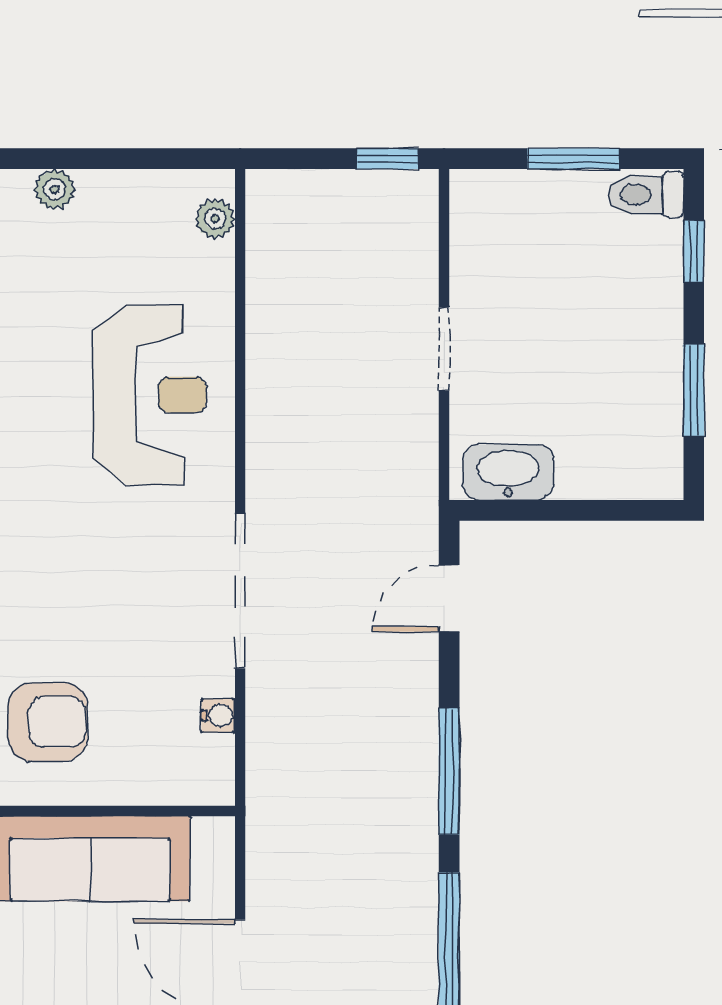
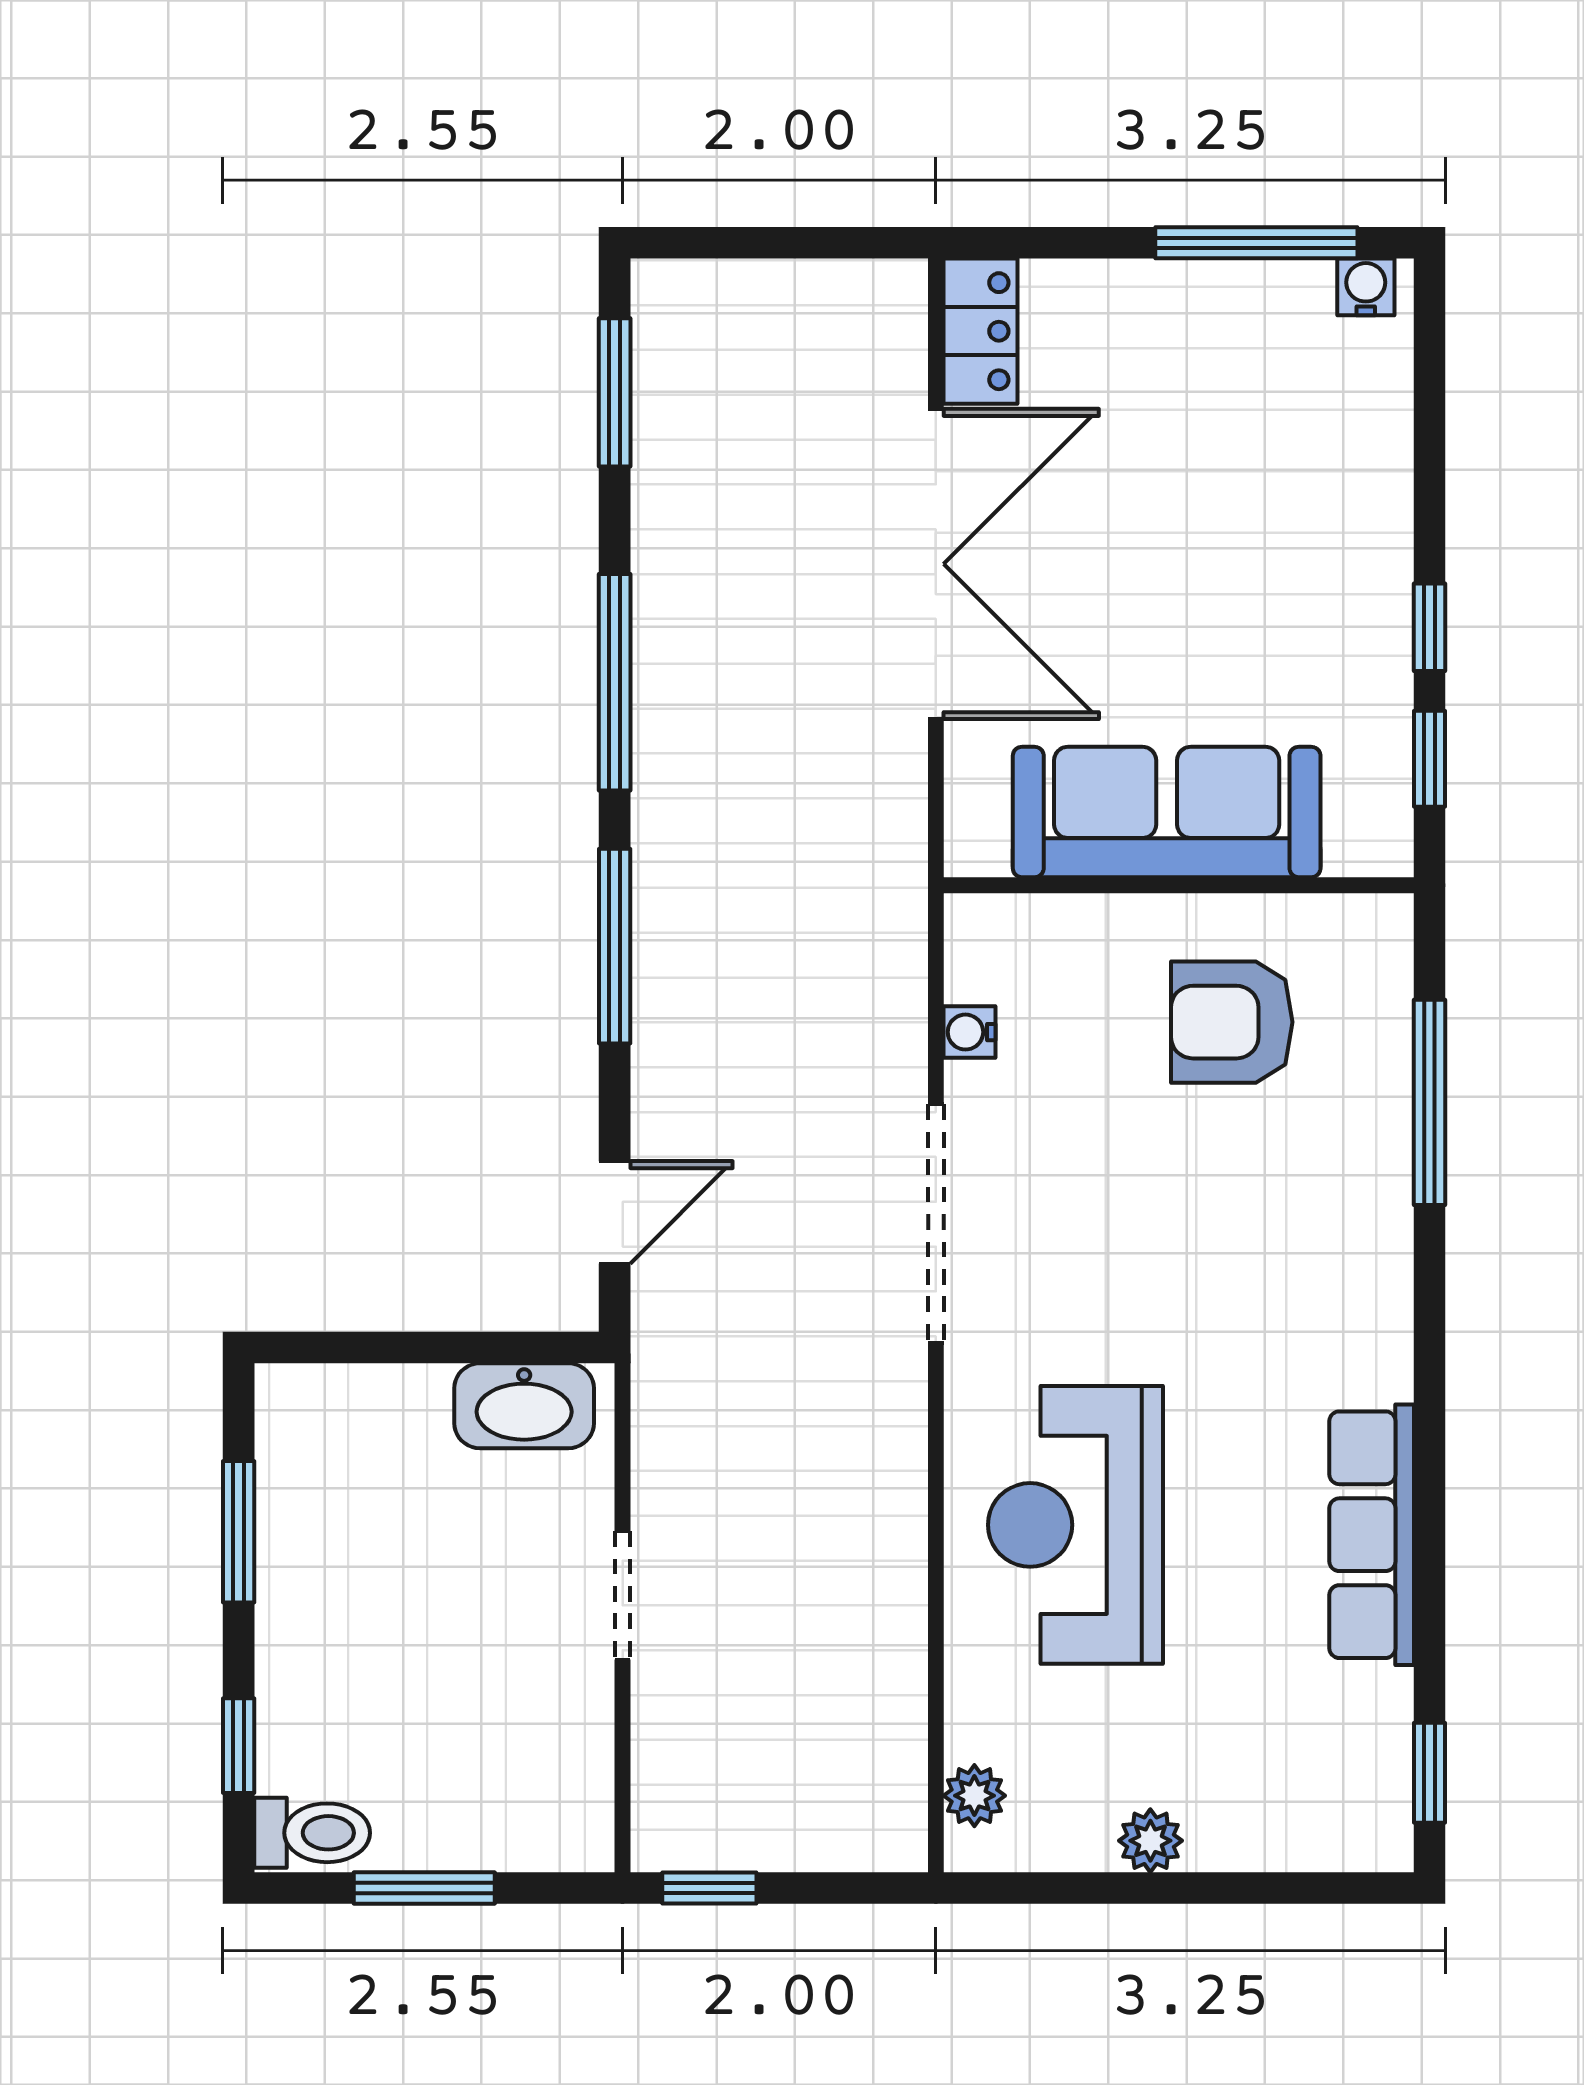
plant: (54, 189) -> (1150, 1841), moved

